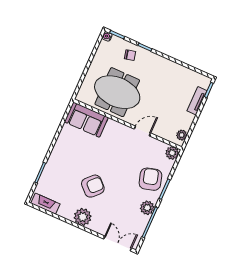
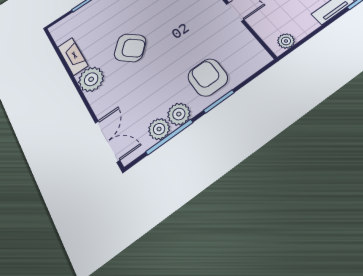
plant: (172, 153) -> (159, 129), moved
armchair: (150, 179) -> (208, 77), turned -74
fireplace: (45, 204) -> (73, 56), moved

